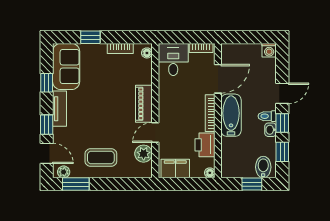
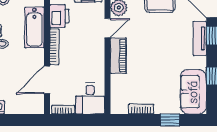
floor lamp: (147, 53) -> (115, 105), removed
tv unit: (60, 109) -> (200, 38), moved
bathtub: (231, 115) -> (34, 28), moved

